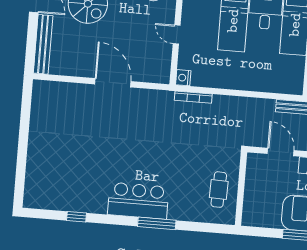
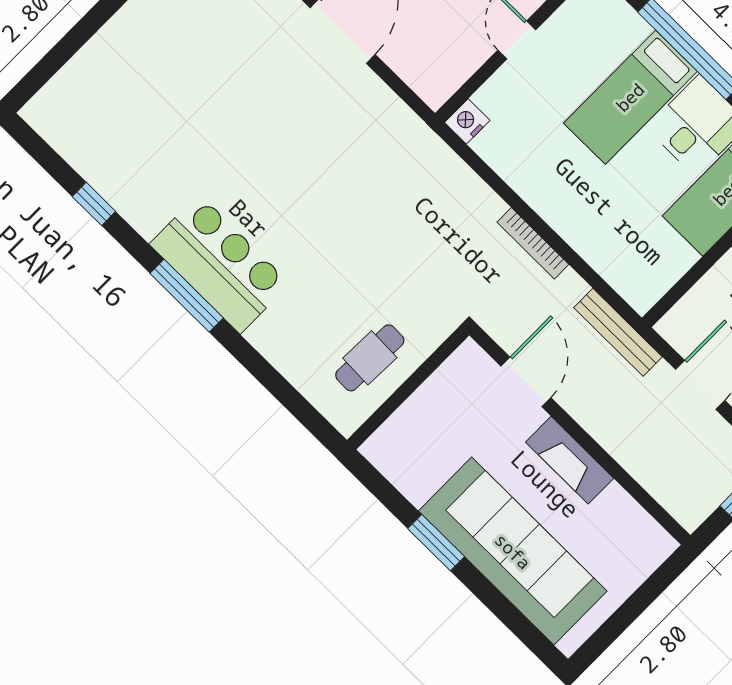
bookcase: (193, 97) -> (533, 243), moved
window: (157, 223) -> (187, 296), moved

